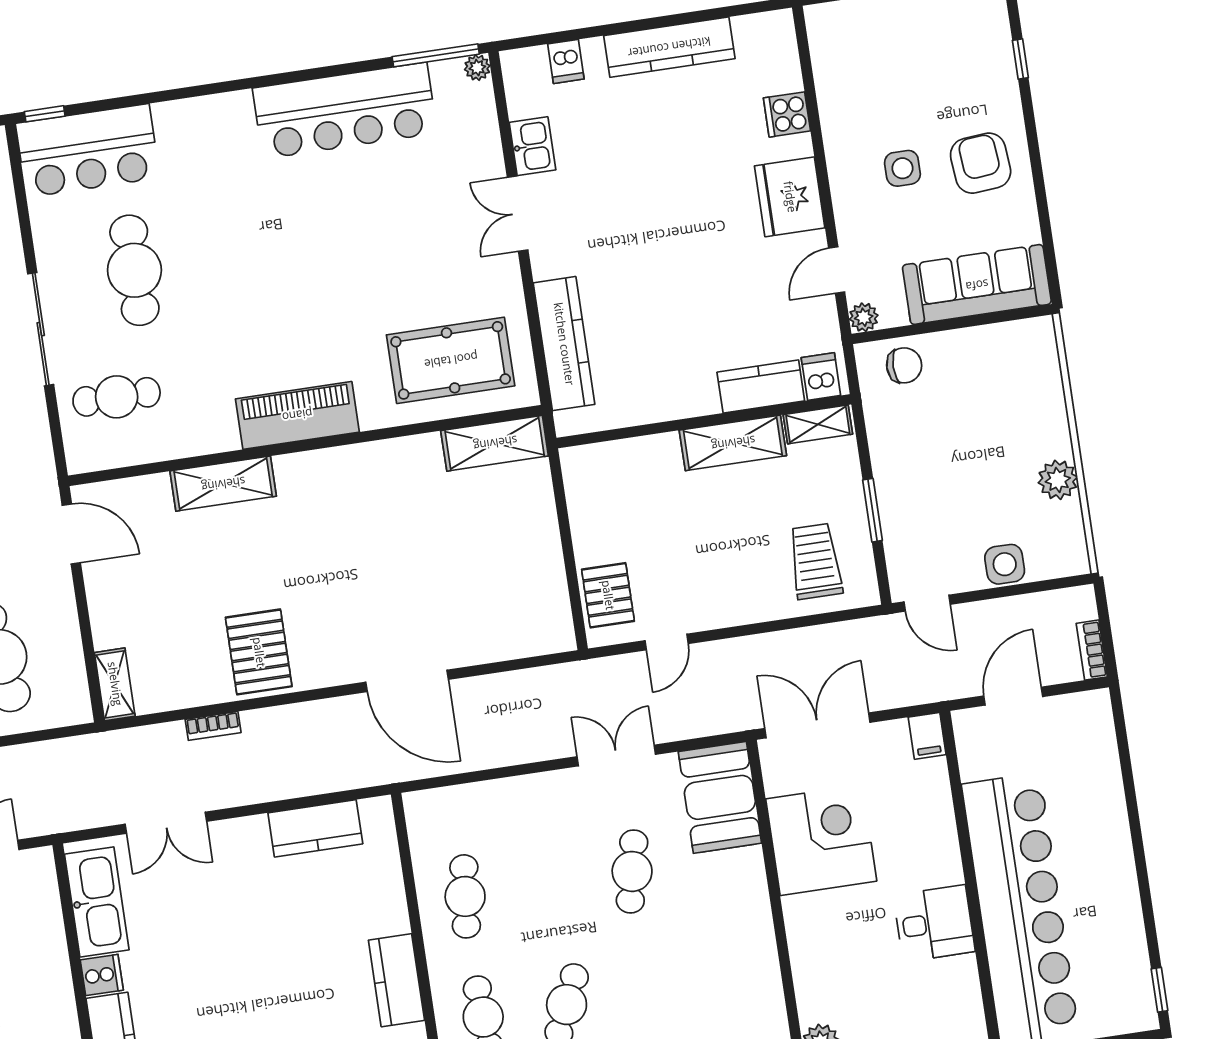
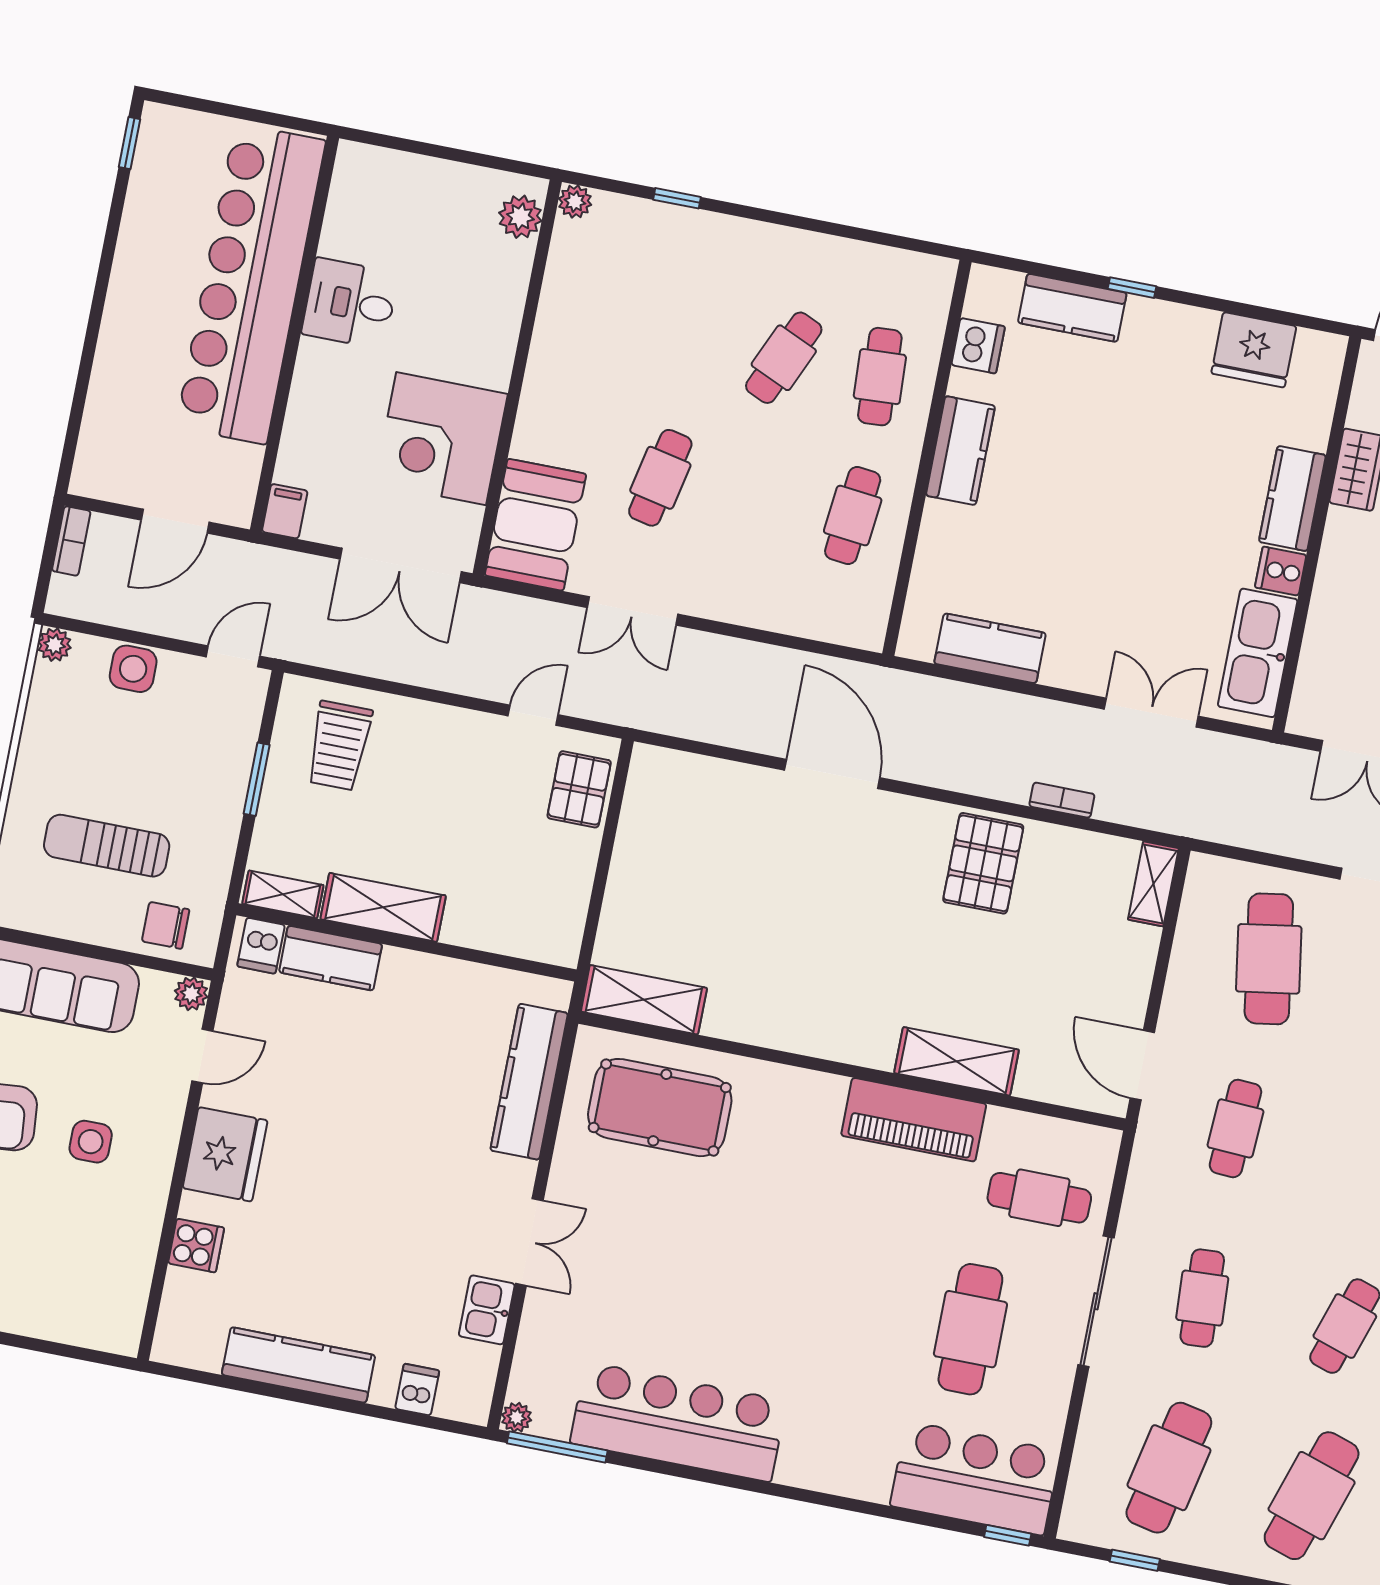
sun lounger: (975, 413) -> (107, 846), added
piano: (297, 415) -> (914, 1120), moved
plant: (1058, 480) -> (54, 645), moved, width x0.73, depth x0.73
door: (927, 603) -> (233, 656), hinge flipped

